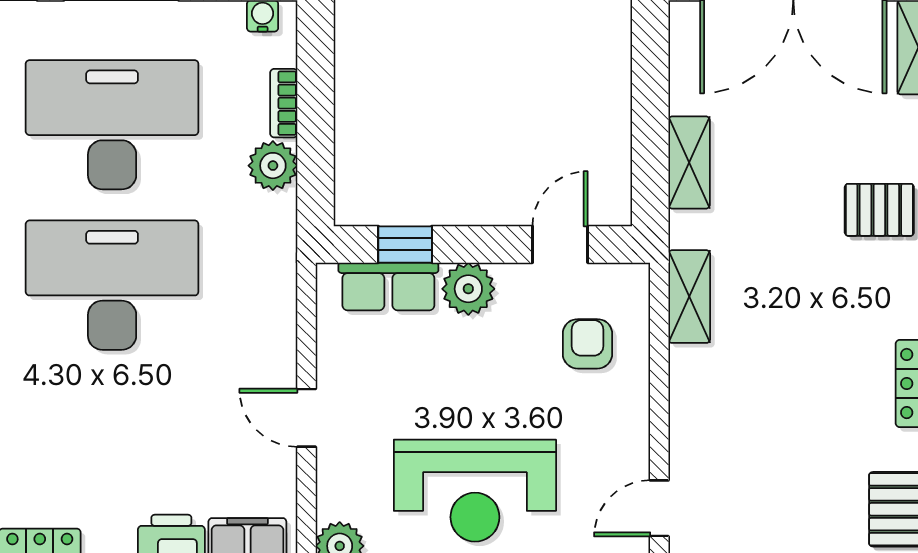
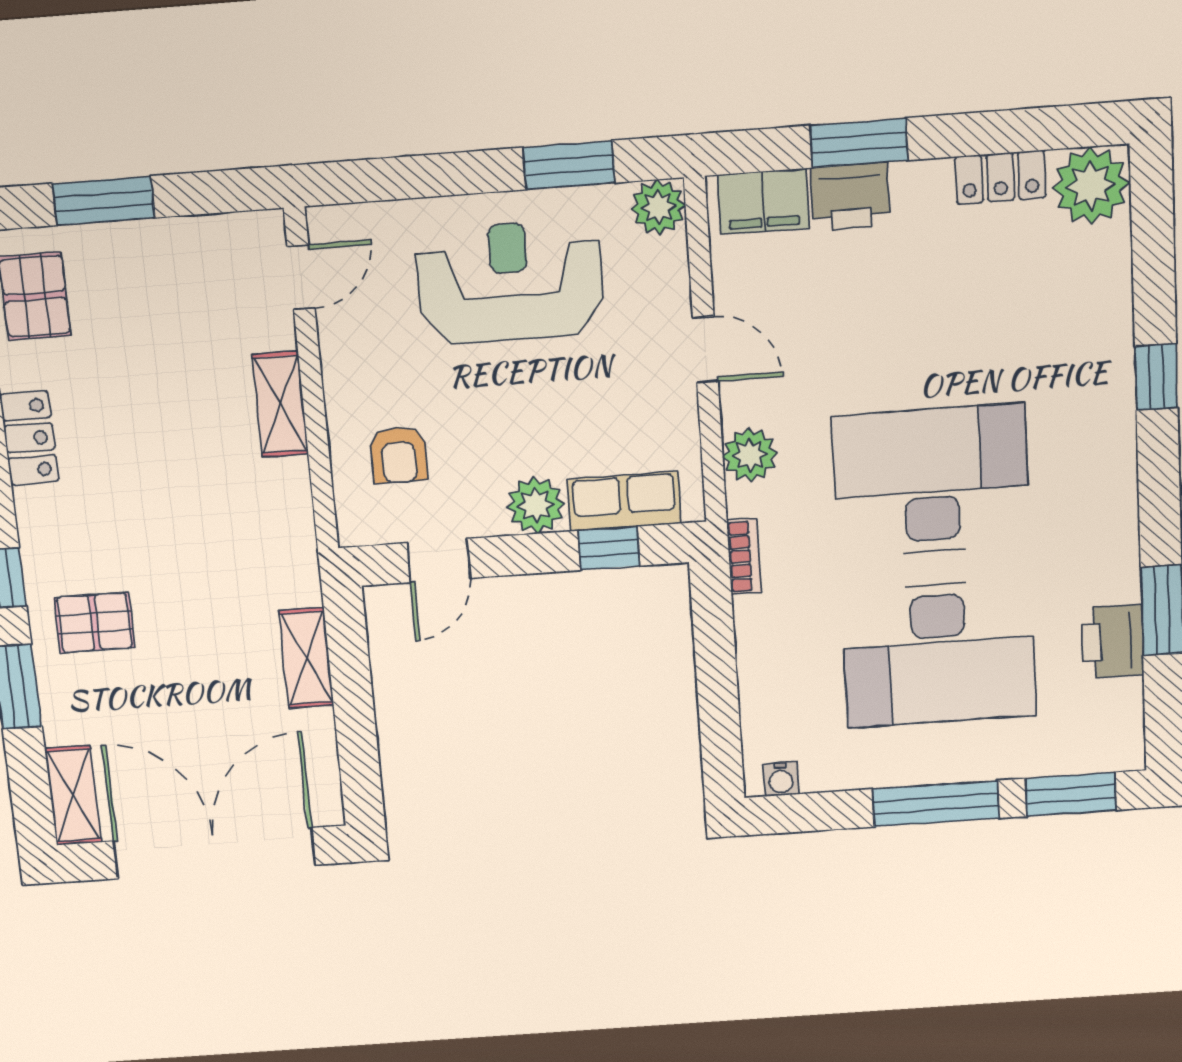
bookcase: (284, 103) -> (744, 556), moved
plant: (273, 166) -> (750, 455), moved
desk: (112, 285) -> (931, 481), turned 180
shelving: (689, 297) -> (280, 404), moved

